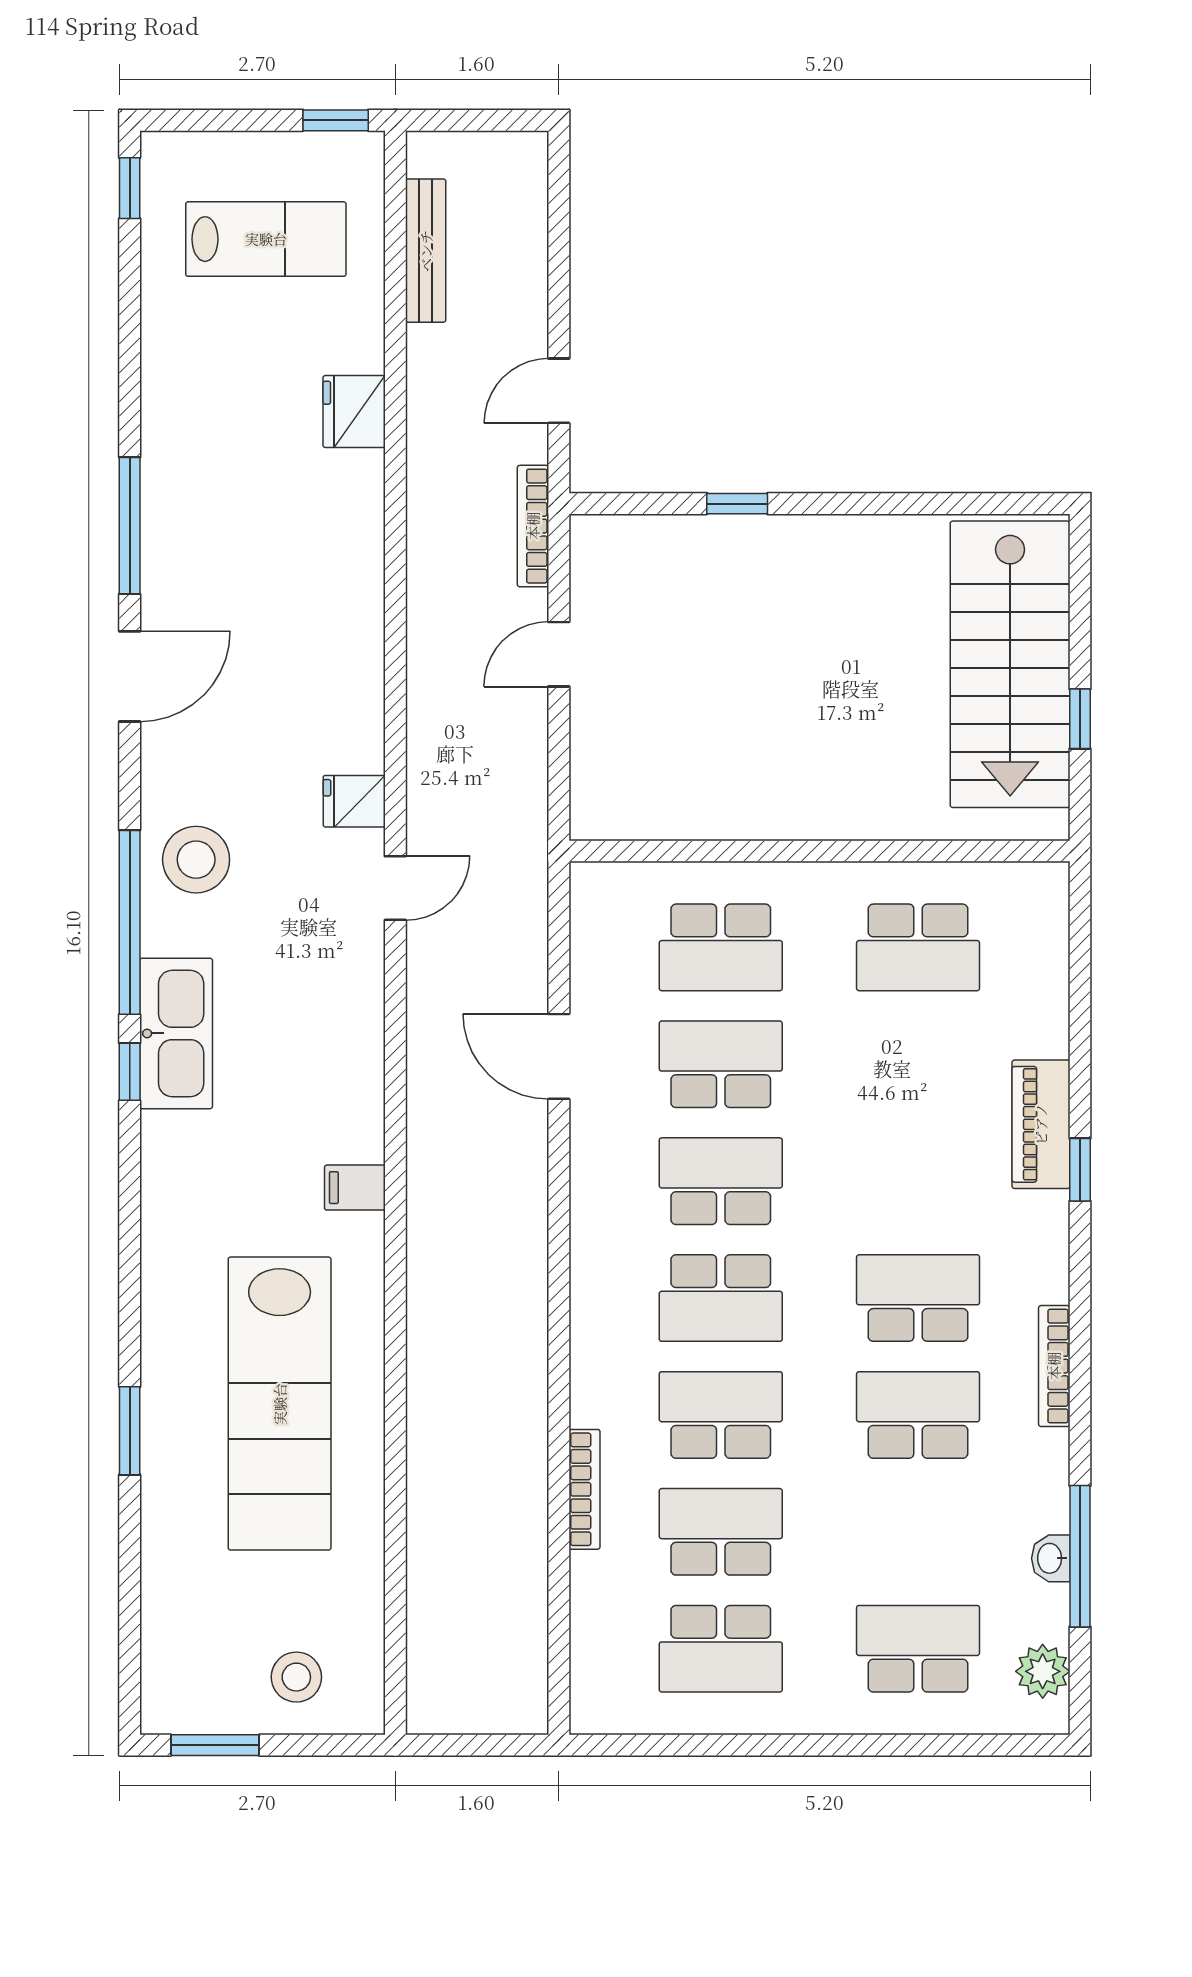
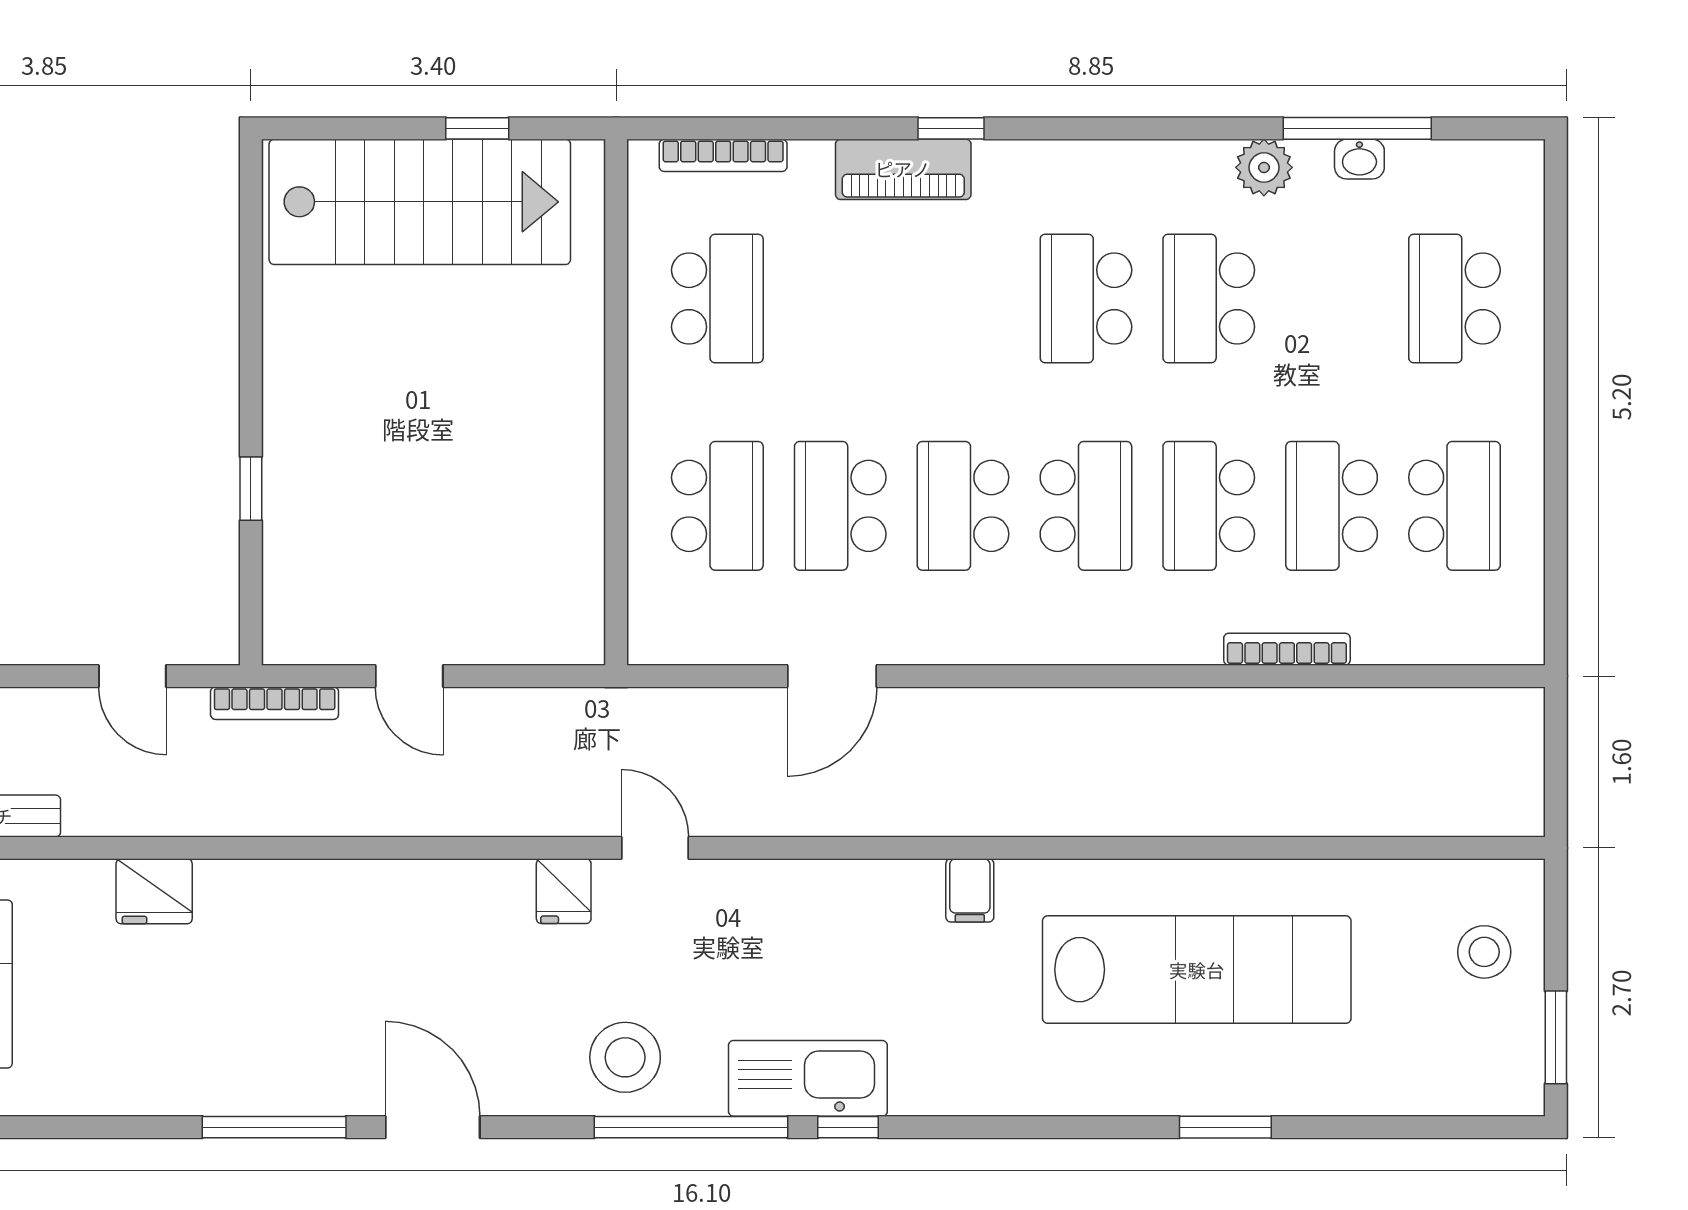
bookcase: (1054, 1366) -> (723, 155), moved
plant: (1043, 1671) -> (1264, 167), moved

